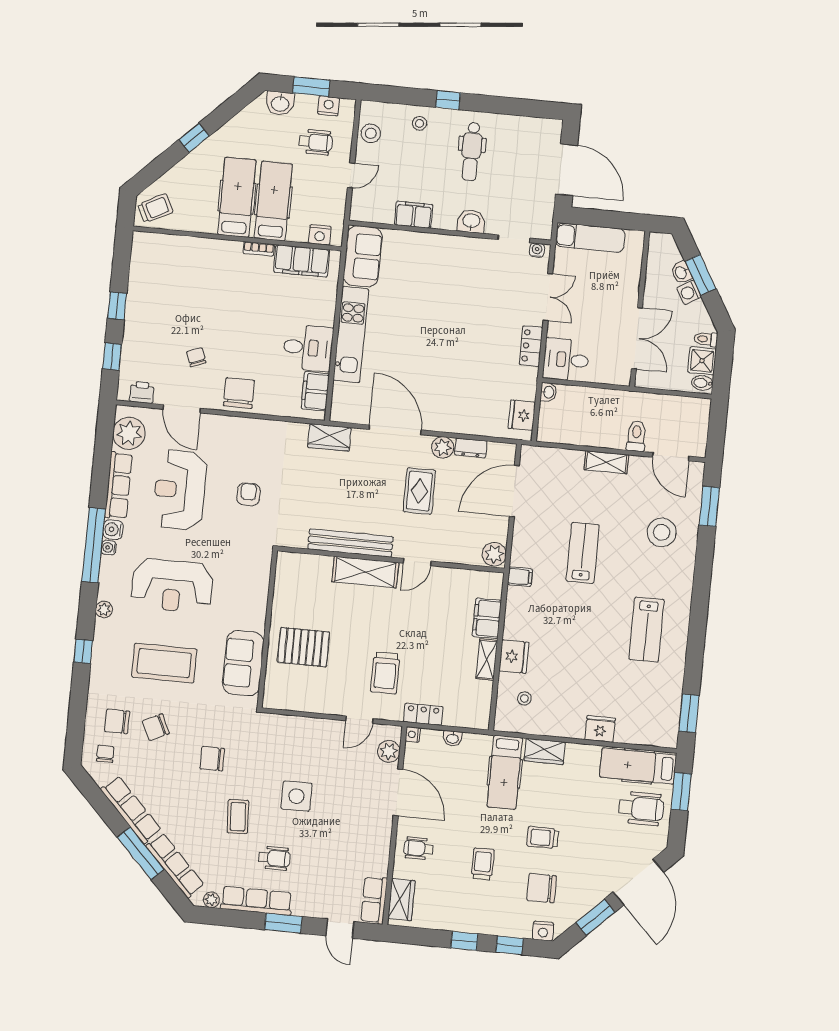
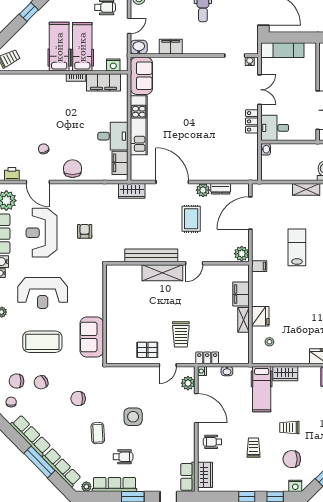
washbasin: (471, 221) -> (139, 47), moved
fridge: (522, 415) -> (250, 165), removed
pallet: (303, 647) -> (147, 350), moved, width x0.67, depth x0.71

